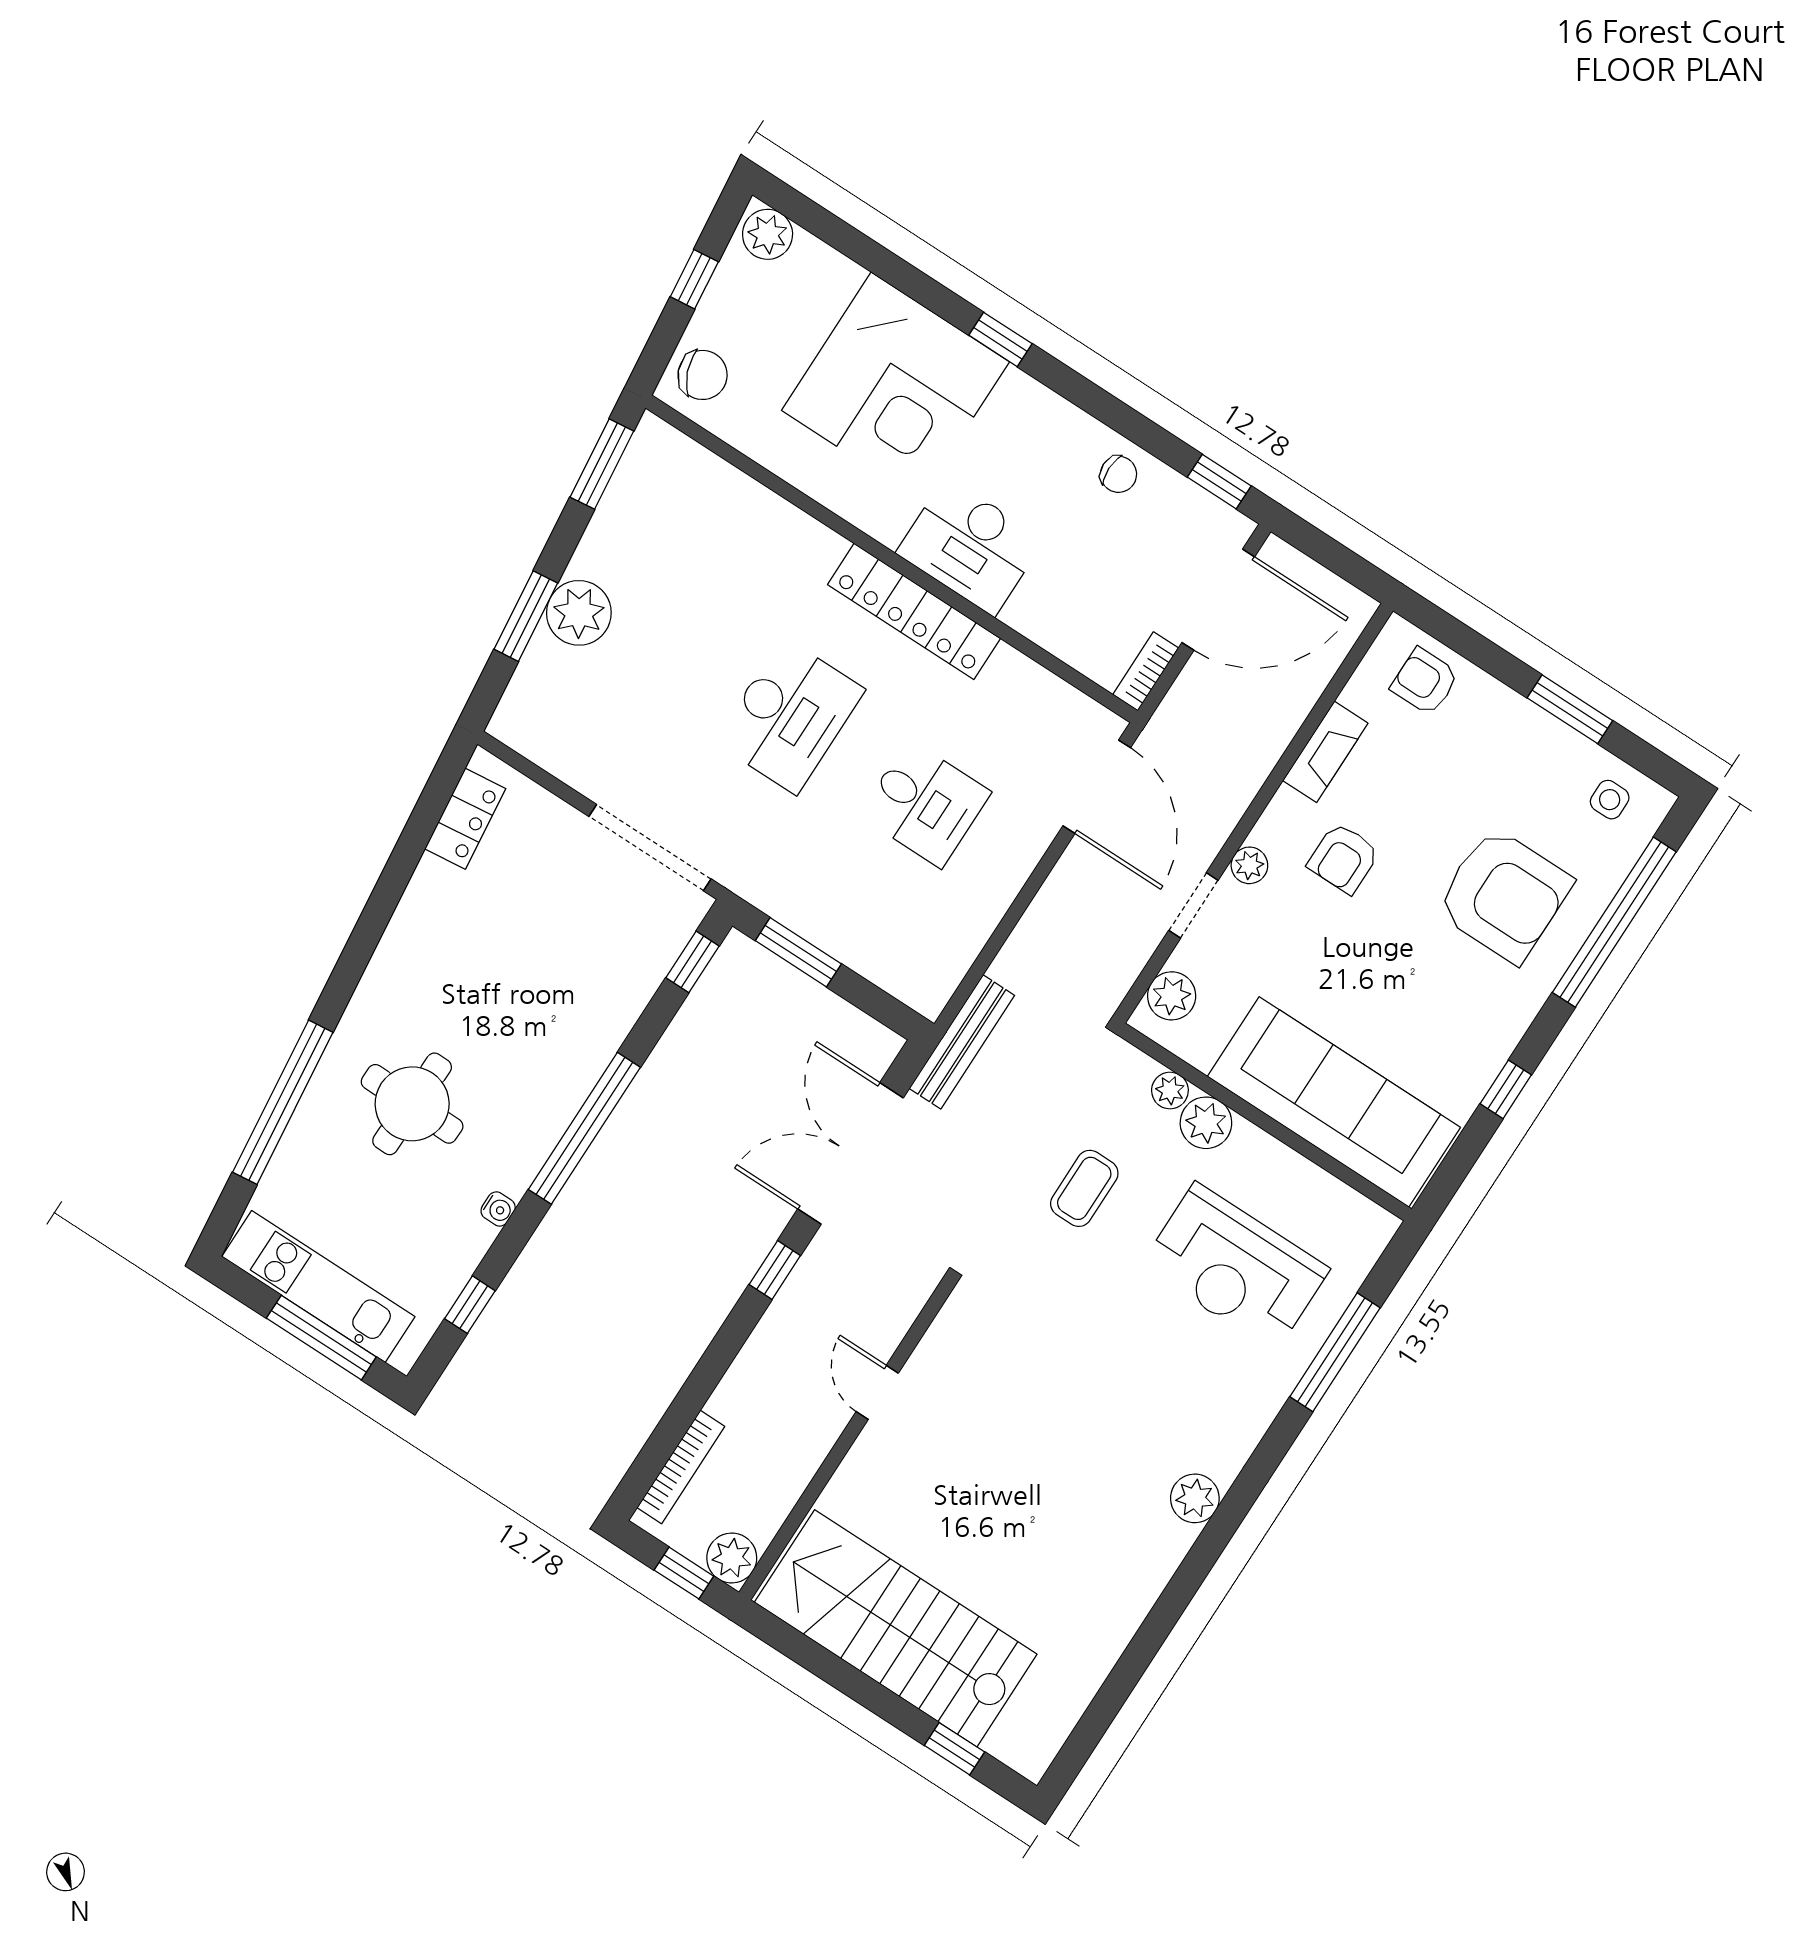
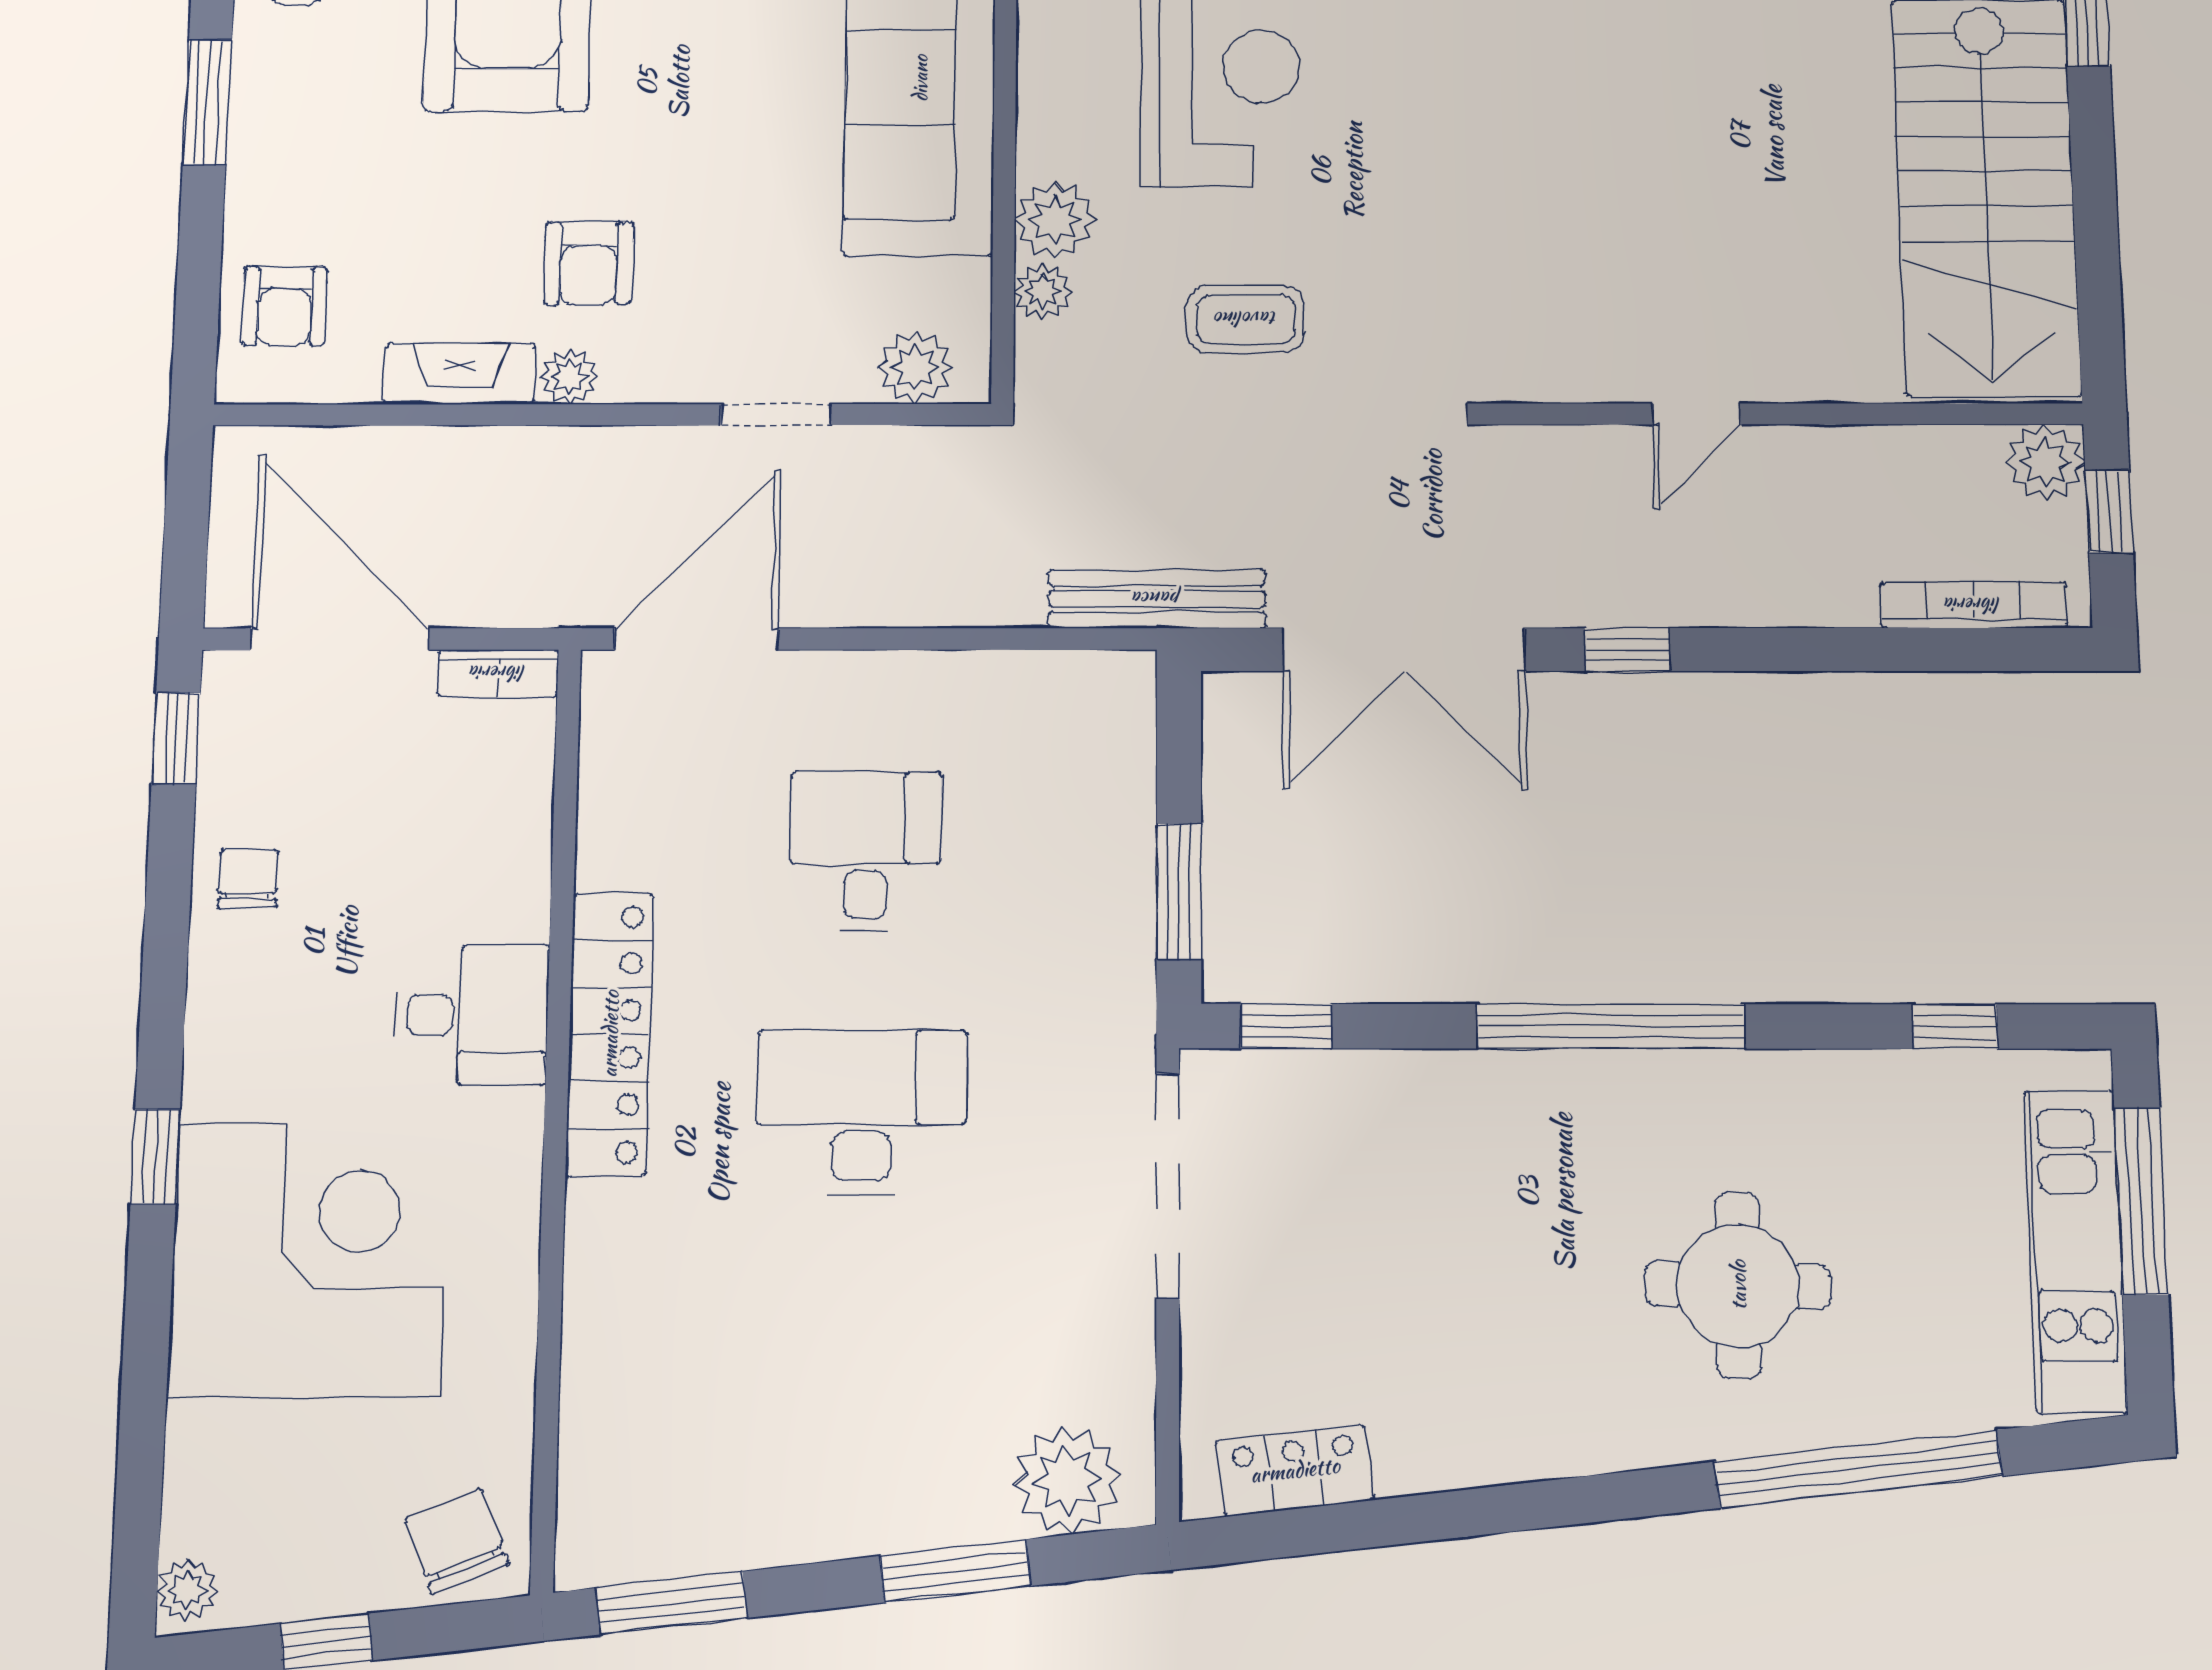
plant: (768, 234) -> (187, 1590), width x0.73, depth x0.73
desk: (970, 546) -> (471, 1015), width x0.73
plant: (579, 613) -> (1067, 1480), moved
armchair: (1344, 858) -> (588, 263), turned 90
plant: (1249, 865) -> (569, 377), moved
water cooler: (498, 1209) -> (1800, 1073), removed

